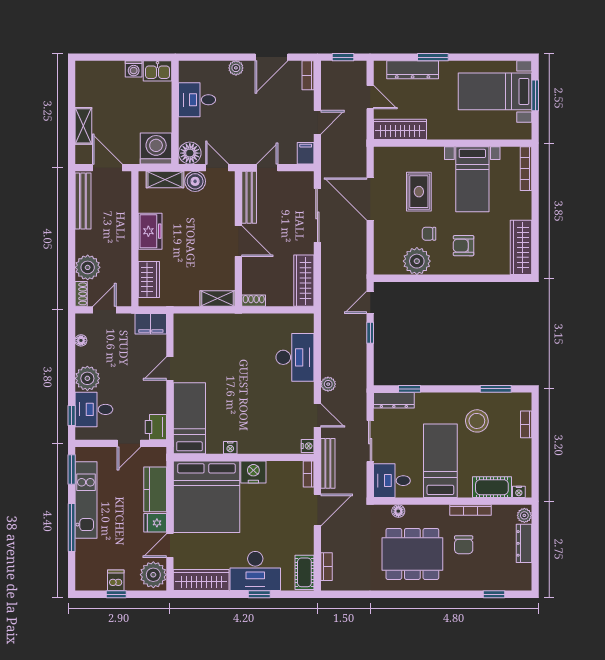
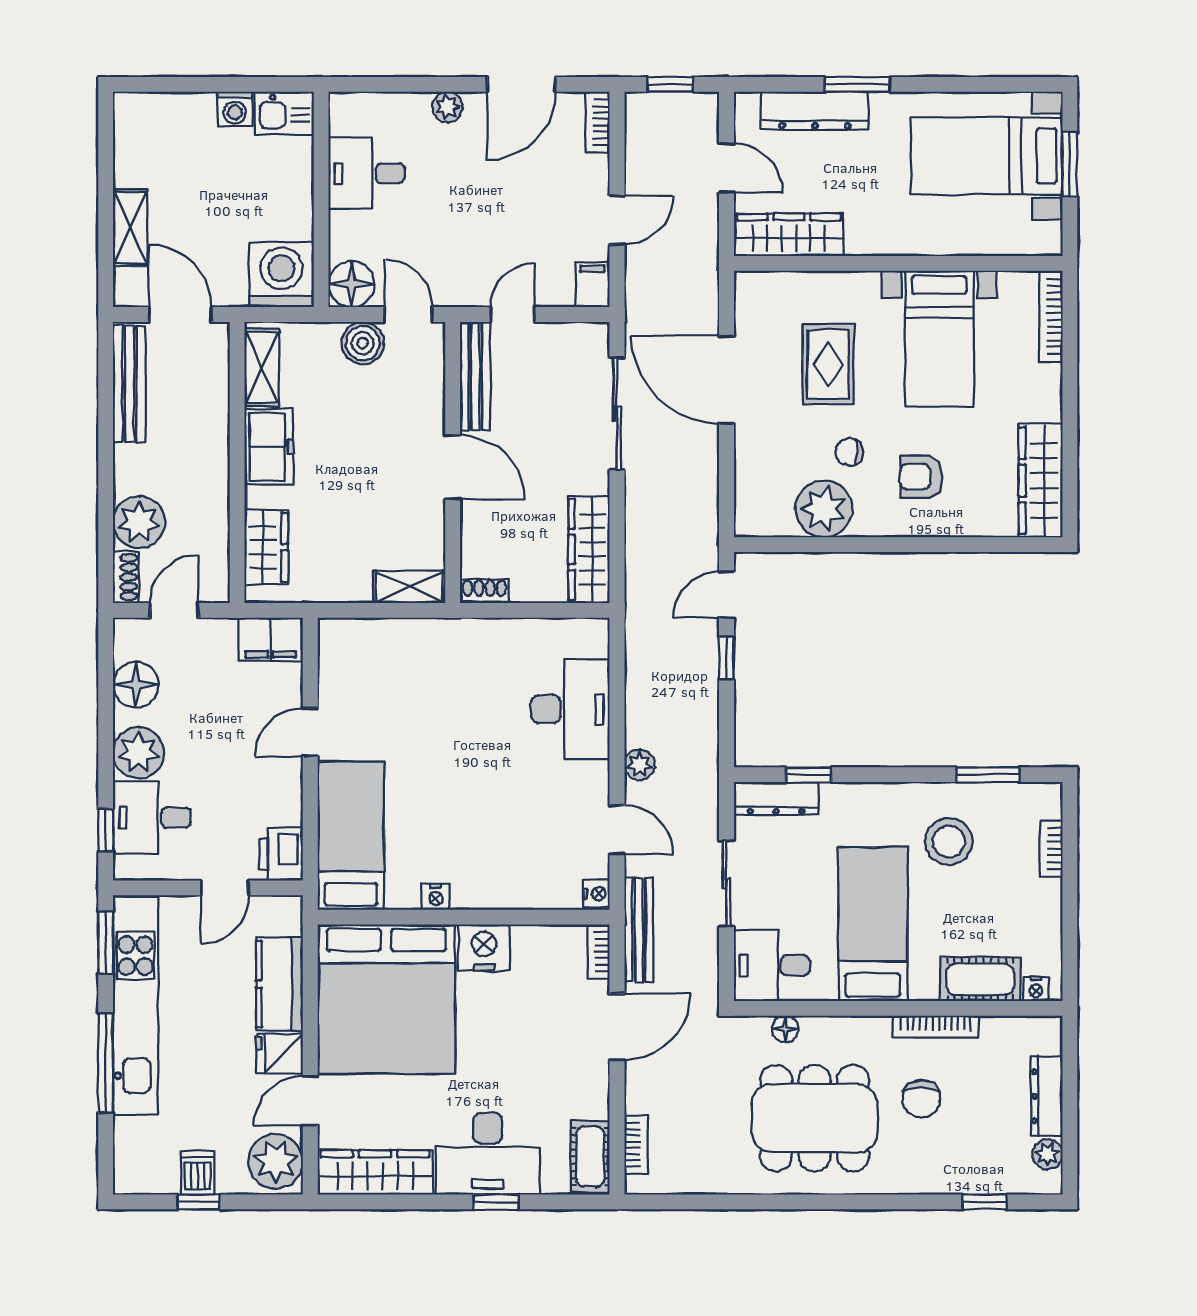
shelving: (165, 180) -> (262, 368), moved, turned 90
floor lamp: (81, 340) -> (136, 685), width x1.89, depth x1.89
kitchen unit: (86, 500) -> (136, 1006), width x1.36
plant: (524, 515) -> (1047, 1154), moved

